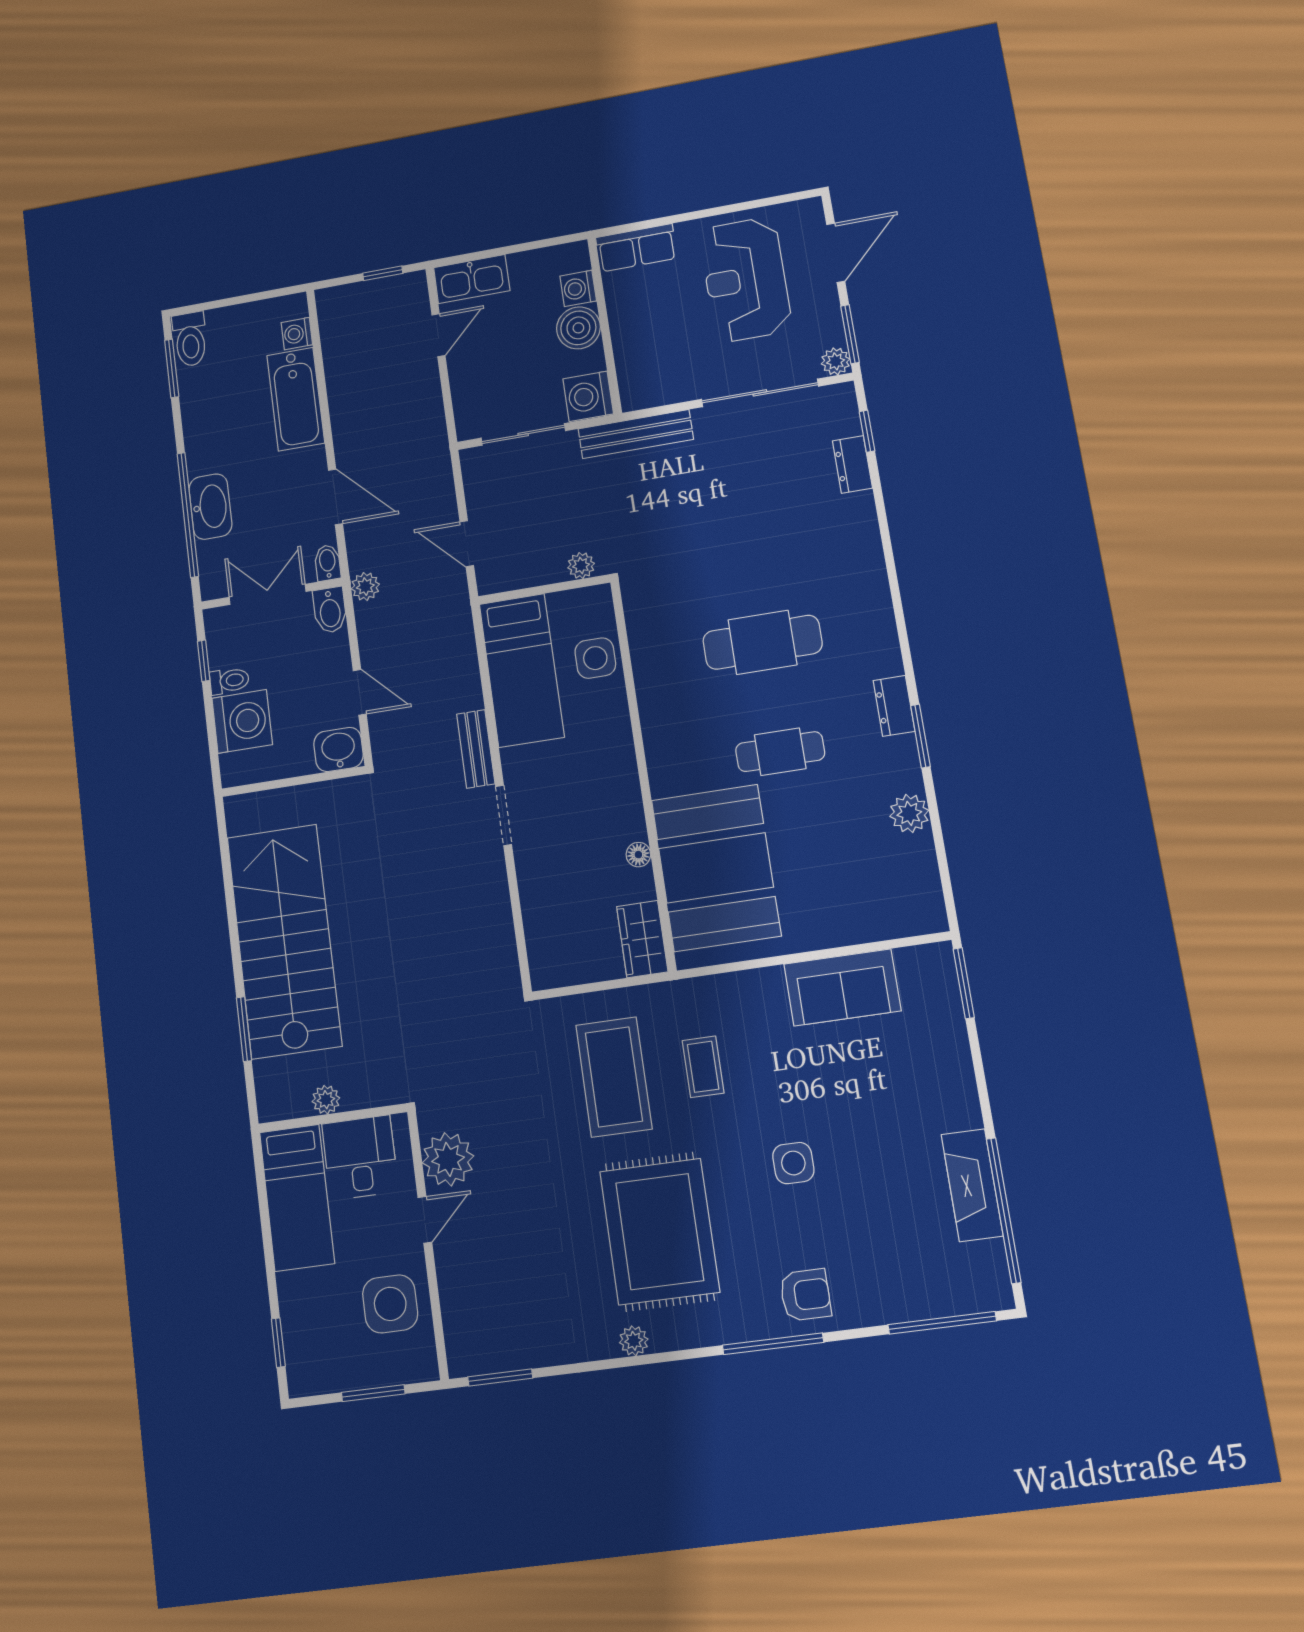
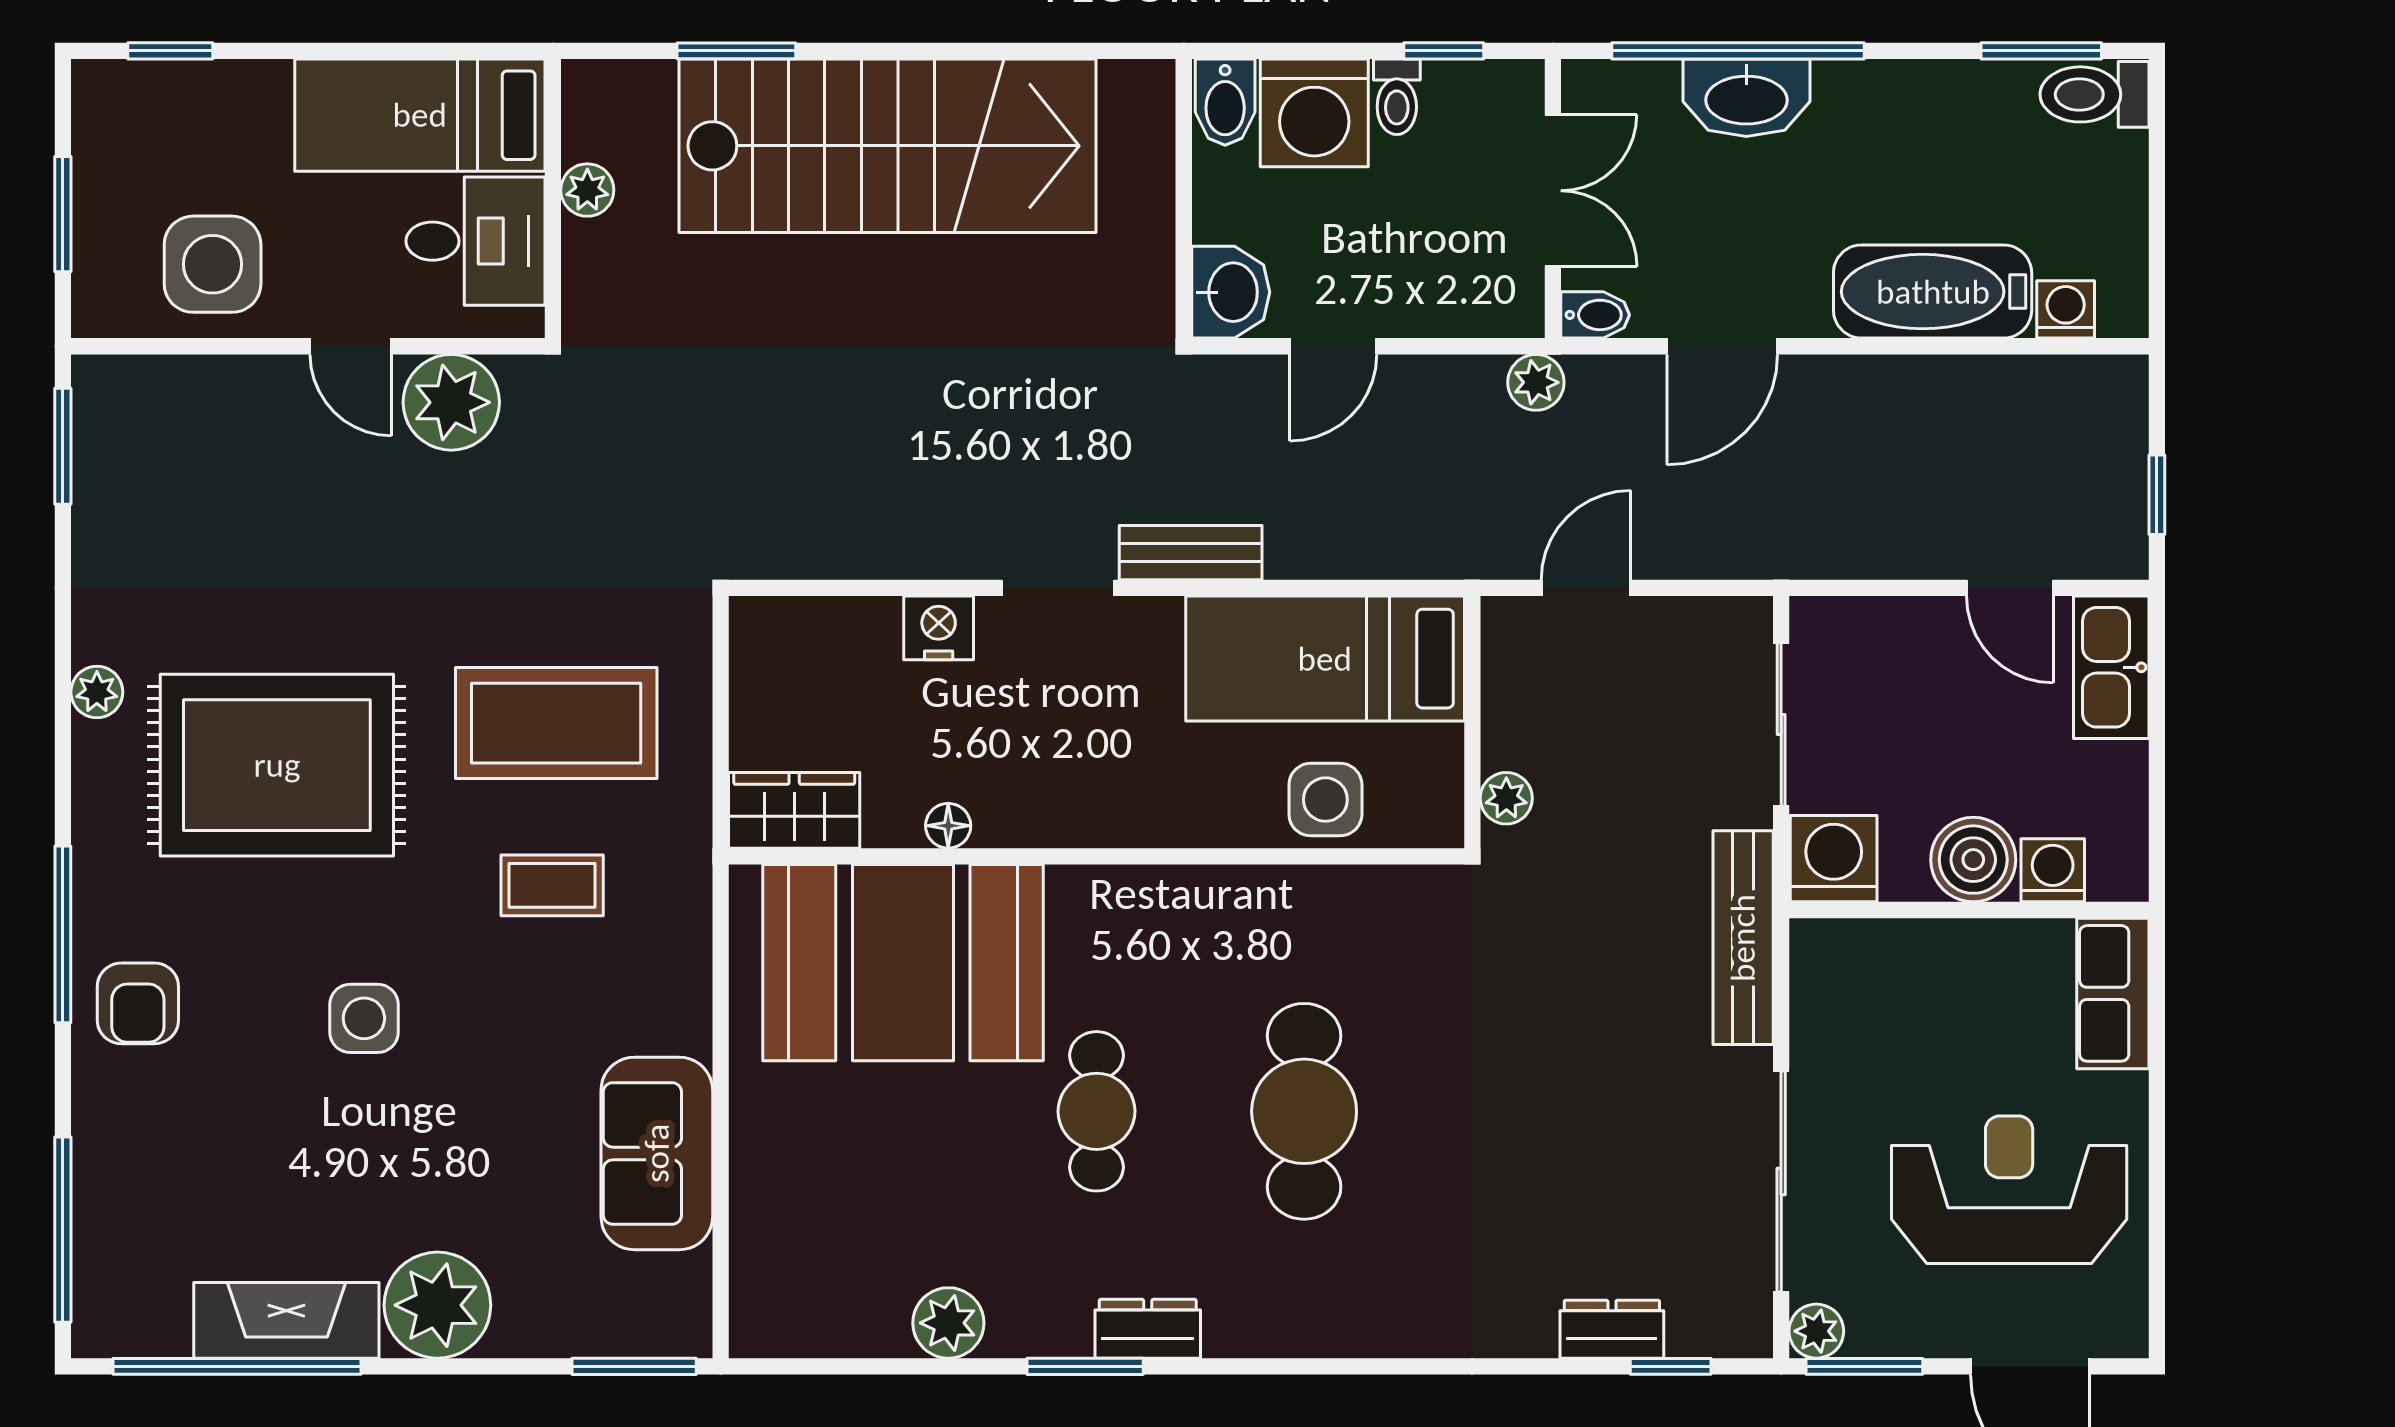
bidet: (330, 610) -> (1225, 102), moved, turned -90
nightstand: (533, 876) -> (939, 628), added
plant: (948, 1099) -> (437, 1305), added

